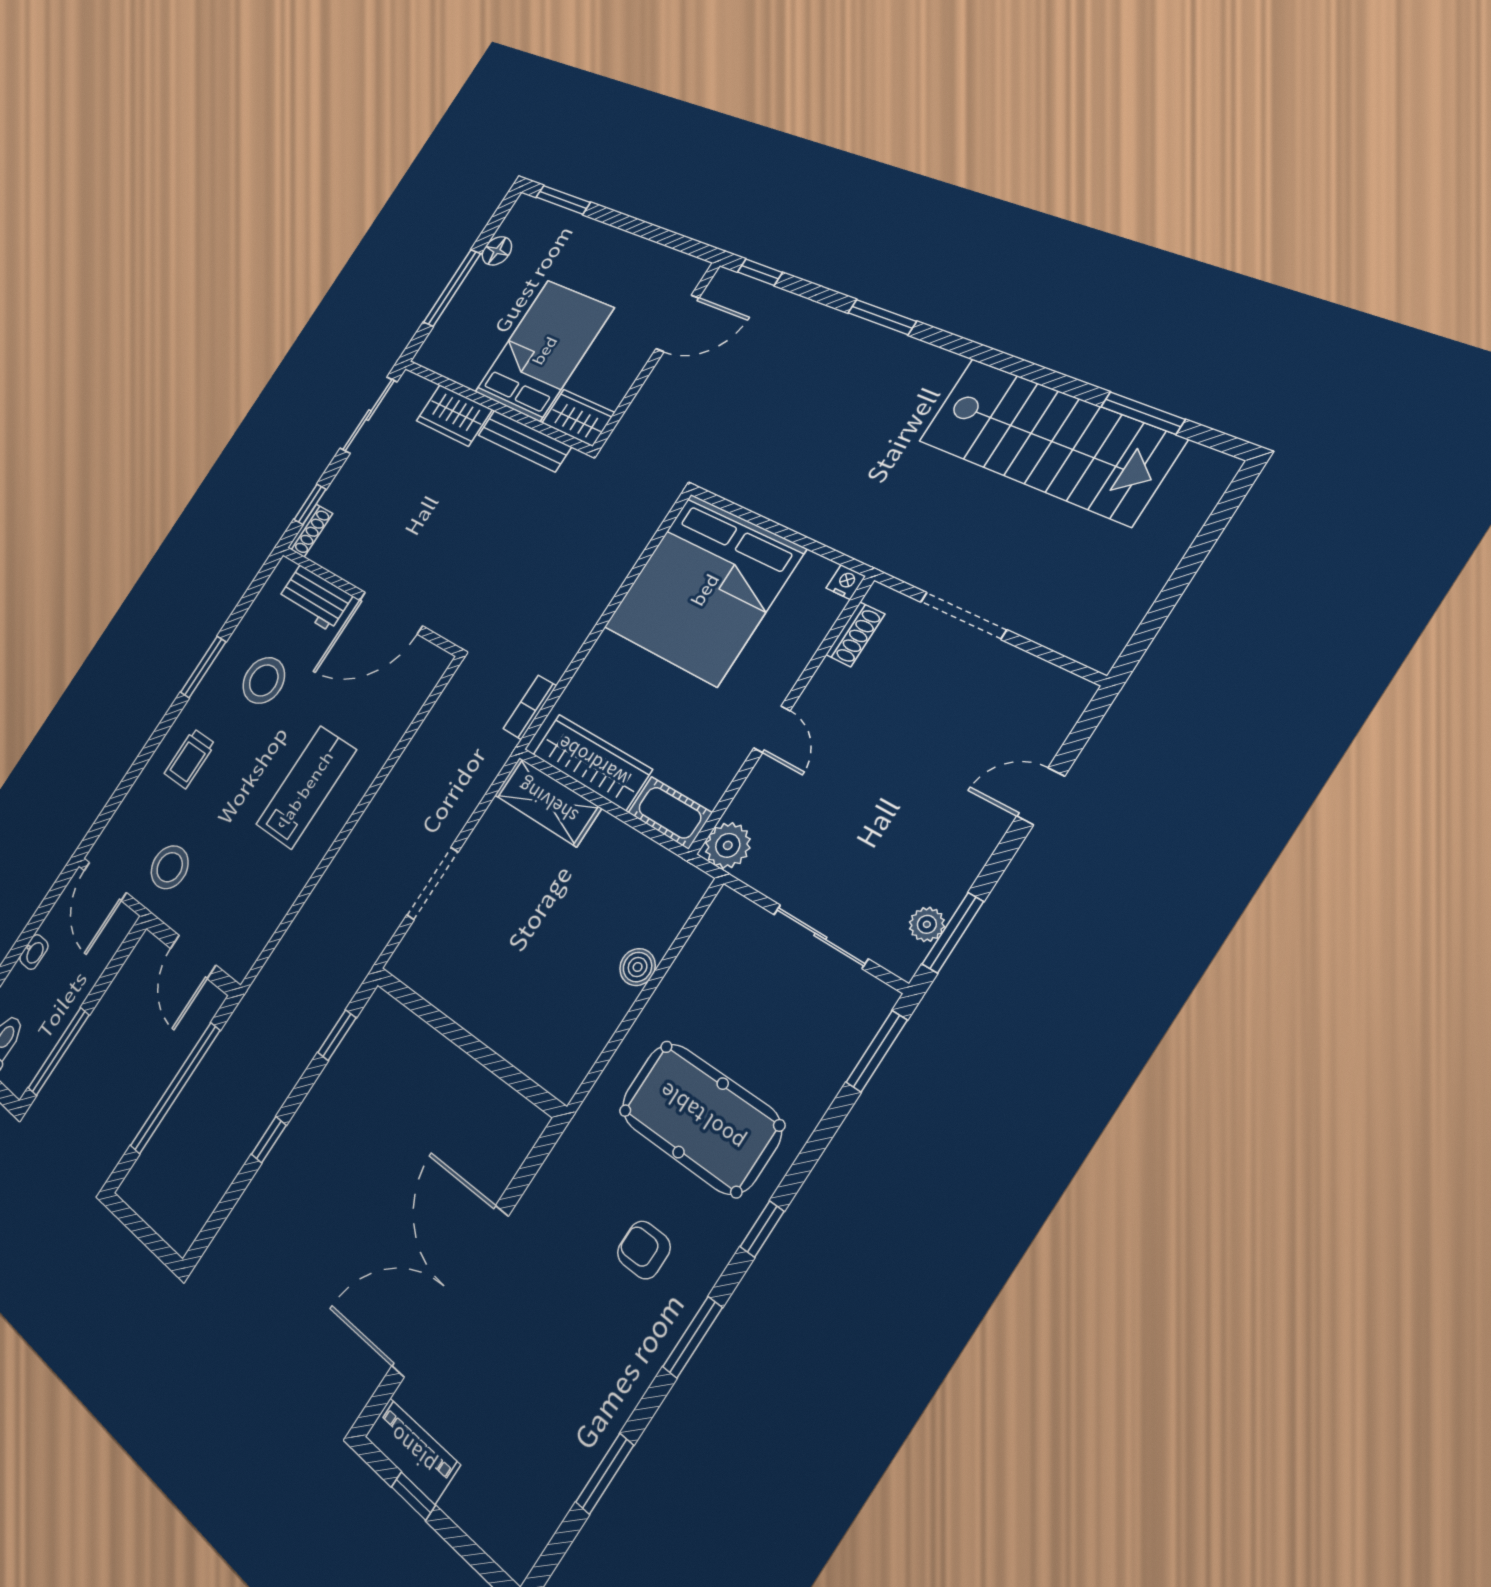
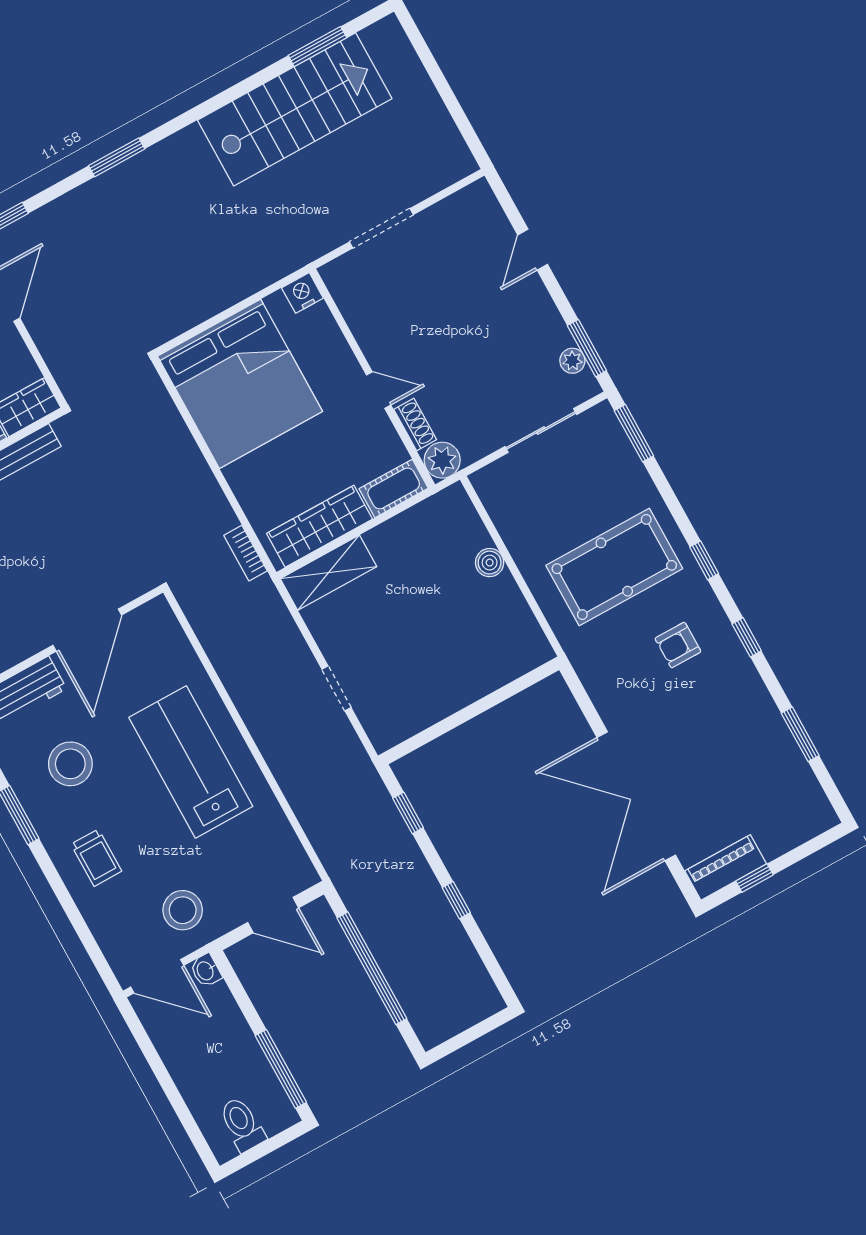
nightstand: (846, 582) -> (302, 293), width x1.39, depth x1.35
shoe rack: (855, 634) -> (415, 425), moved
lab bench: (306, 787) -> (191, 762), width x1.36, depth x1.39
doorway: (433, 884) -> (336, 688), width x0.73
washbasin: (34, 952) -> (206, 971), moved, turned 180
window: (693, 1337) -> (747, 637), width x0.67

